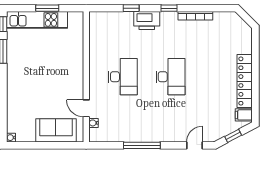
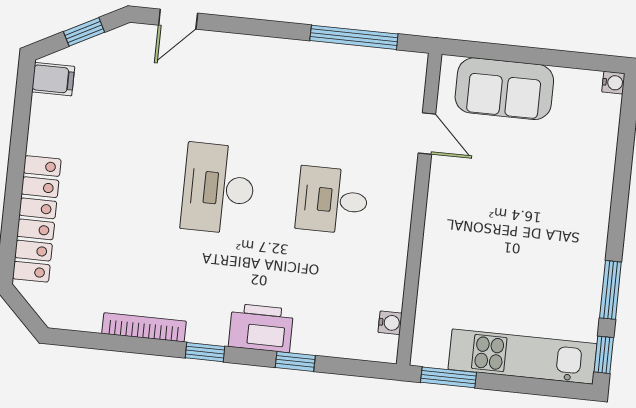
window: (47, 8) -> (449, 377), moved
desk: (123, 77) -> (332, 200), width x0.73
locker: (245, 81) -> (37, 219), moved
water cooler: (93, 123) -> (390, 323), moved
window: (142, 145) -> (354, 37), moved

